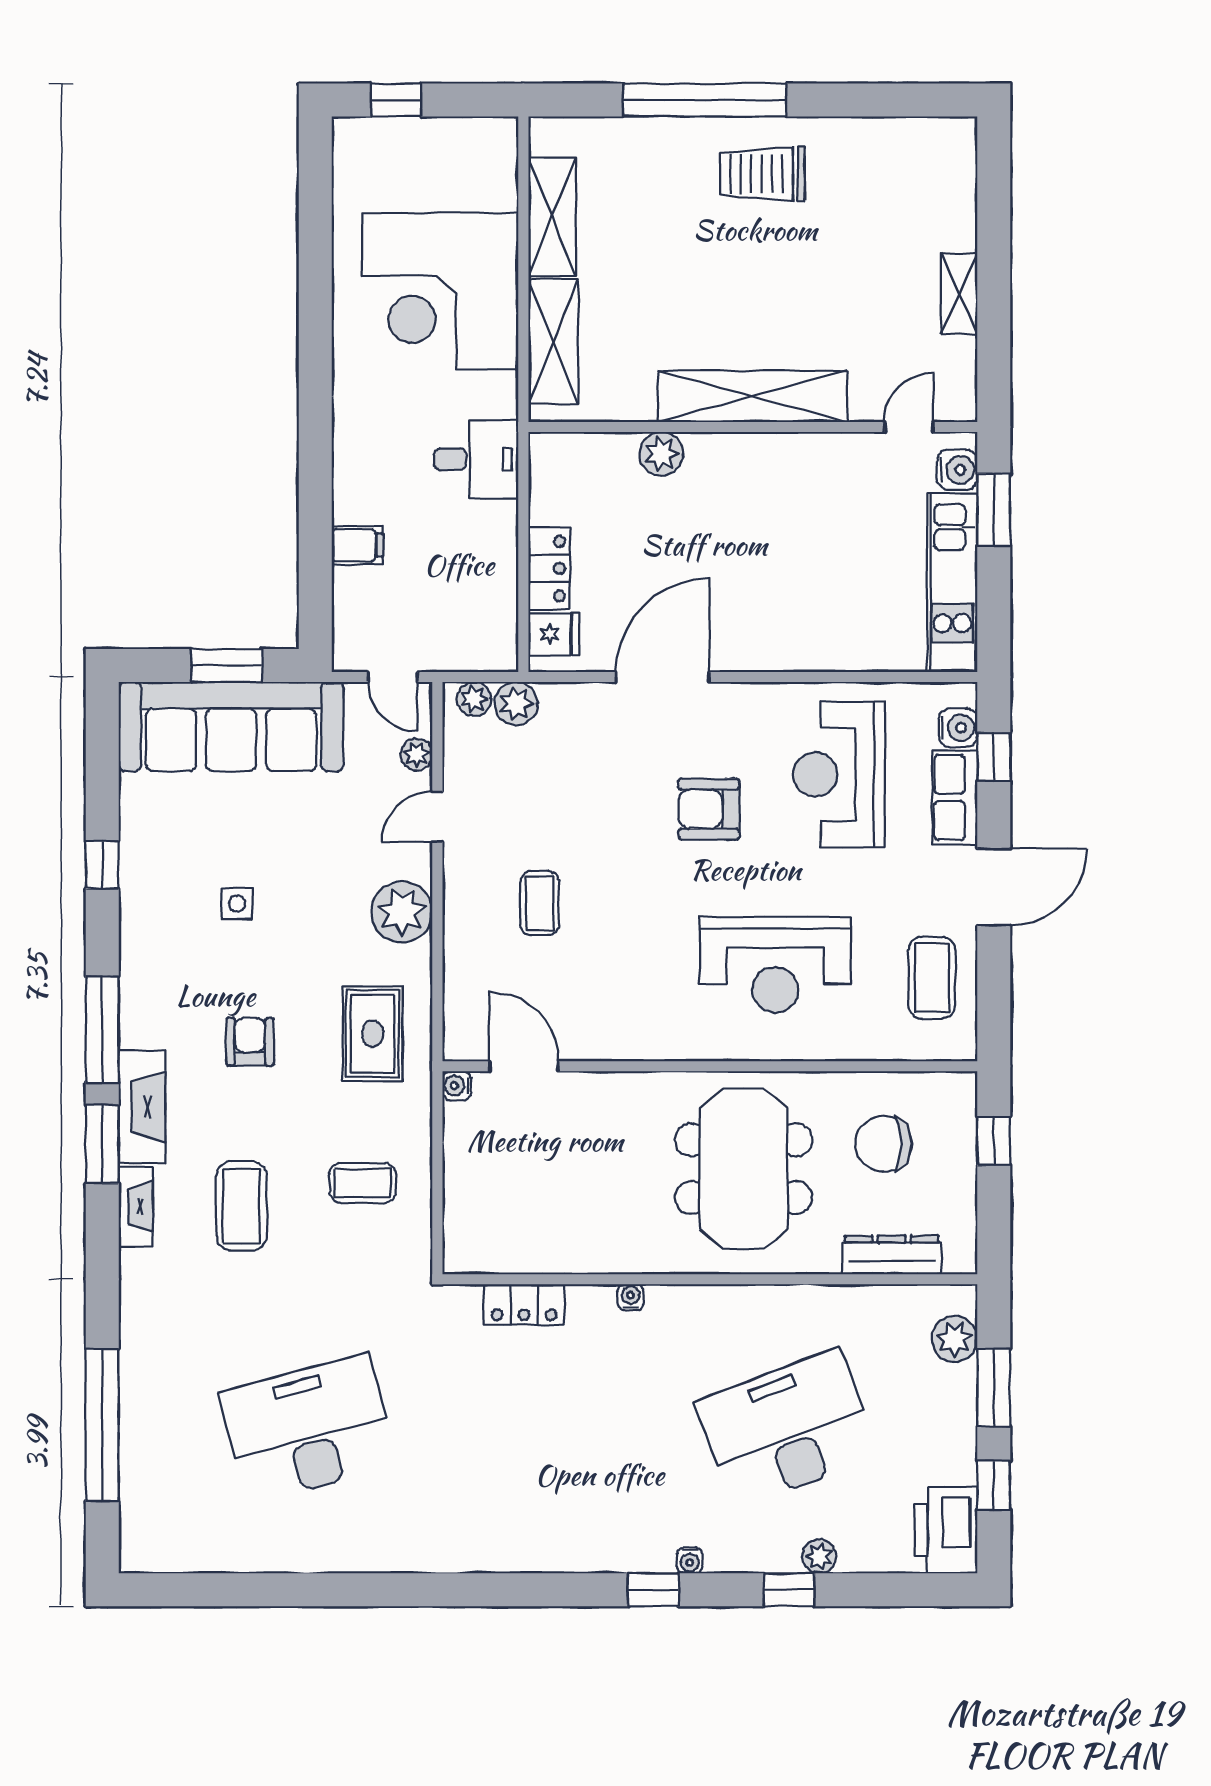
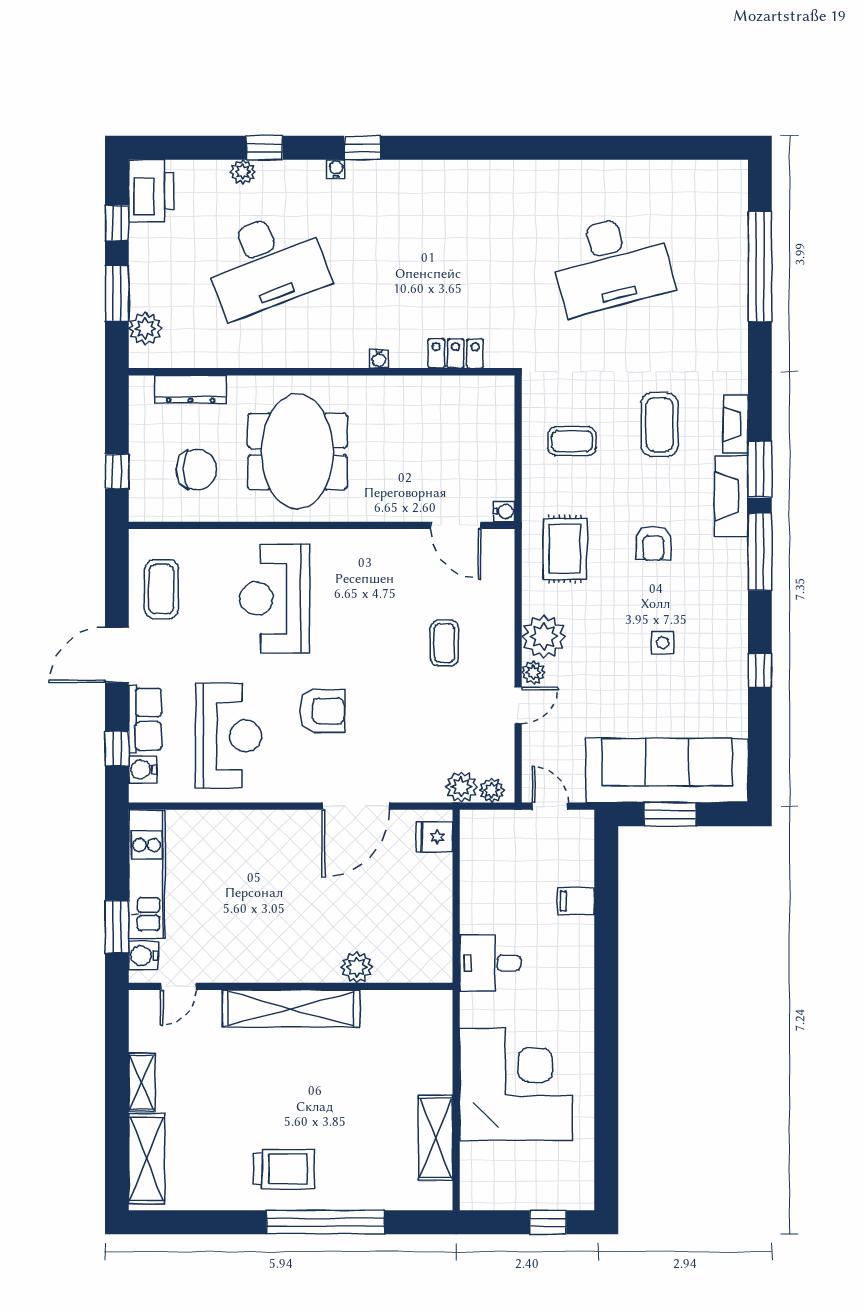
shelving: (553, 342) -> (147, 1159), moved
locker: (549, 569) -> (438, 884), removed
plant: (416, 755) -> (533, 672), moved
reception desk: (775, 965) -> (274, 599), turned -90

